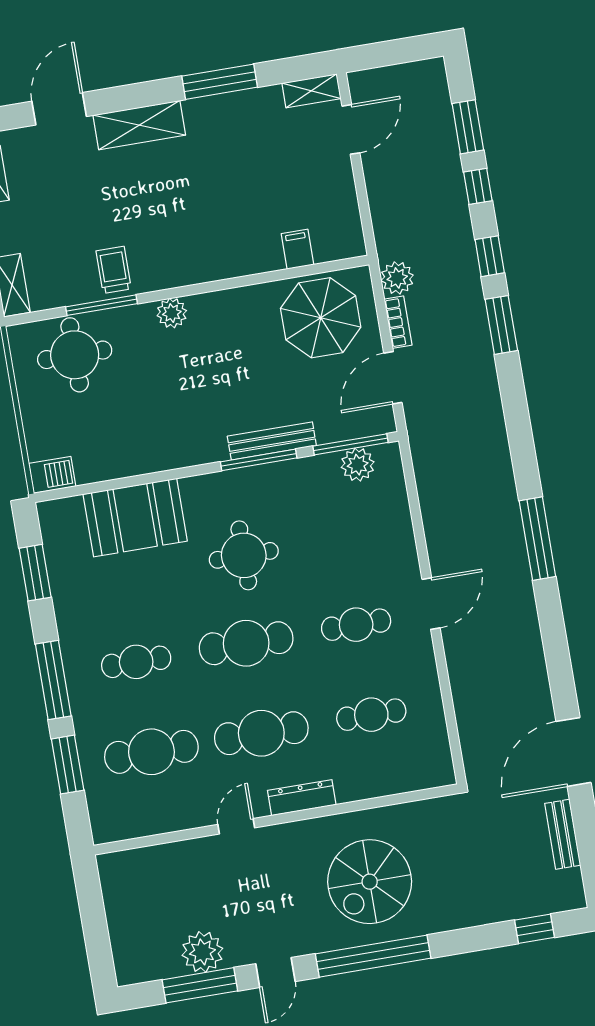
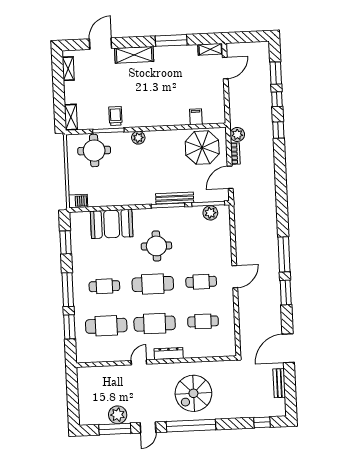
window: (501, 325) -> (286, 293), moved

